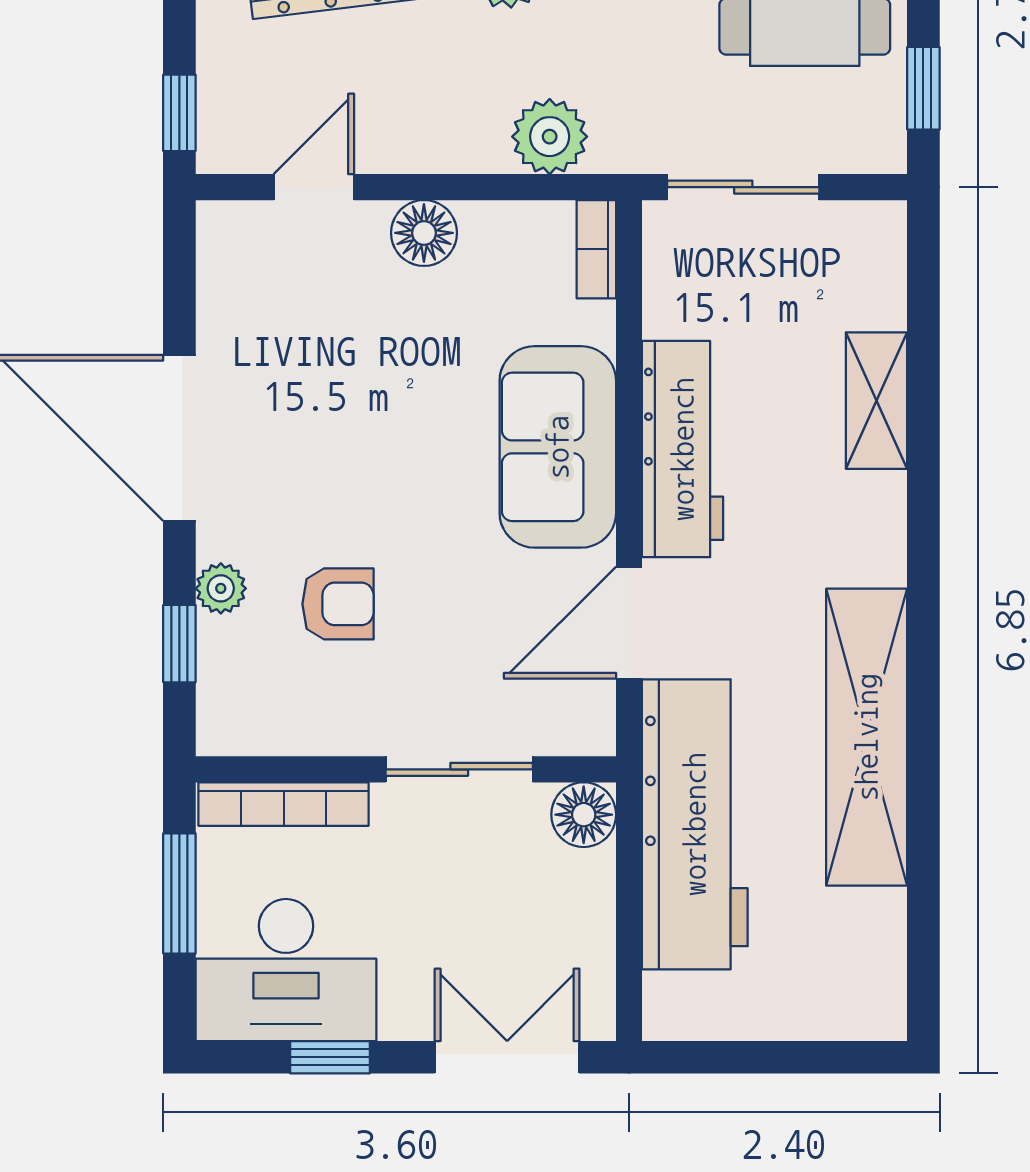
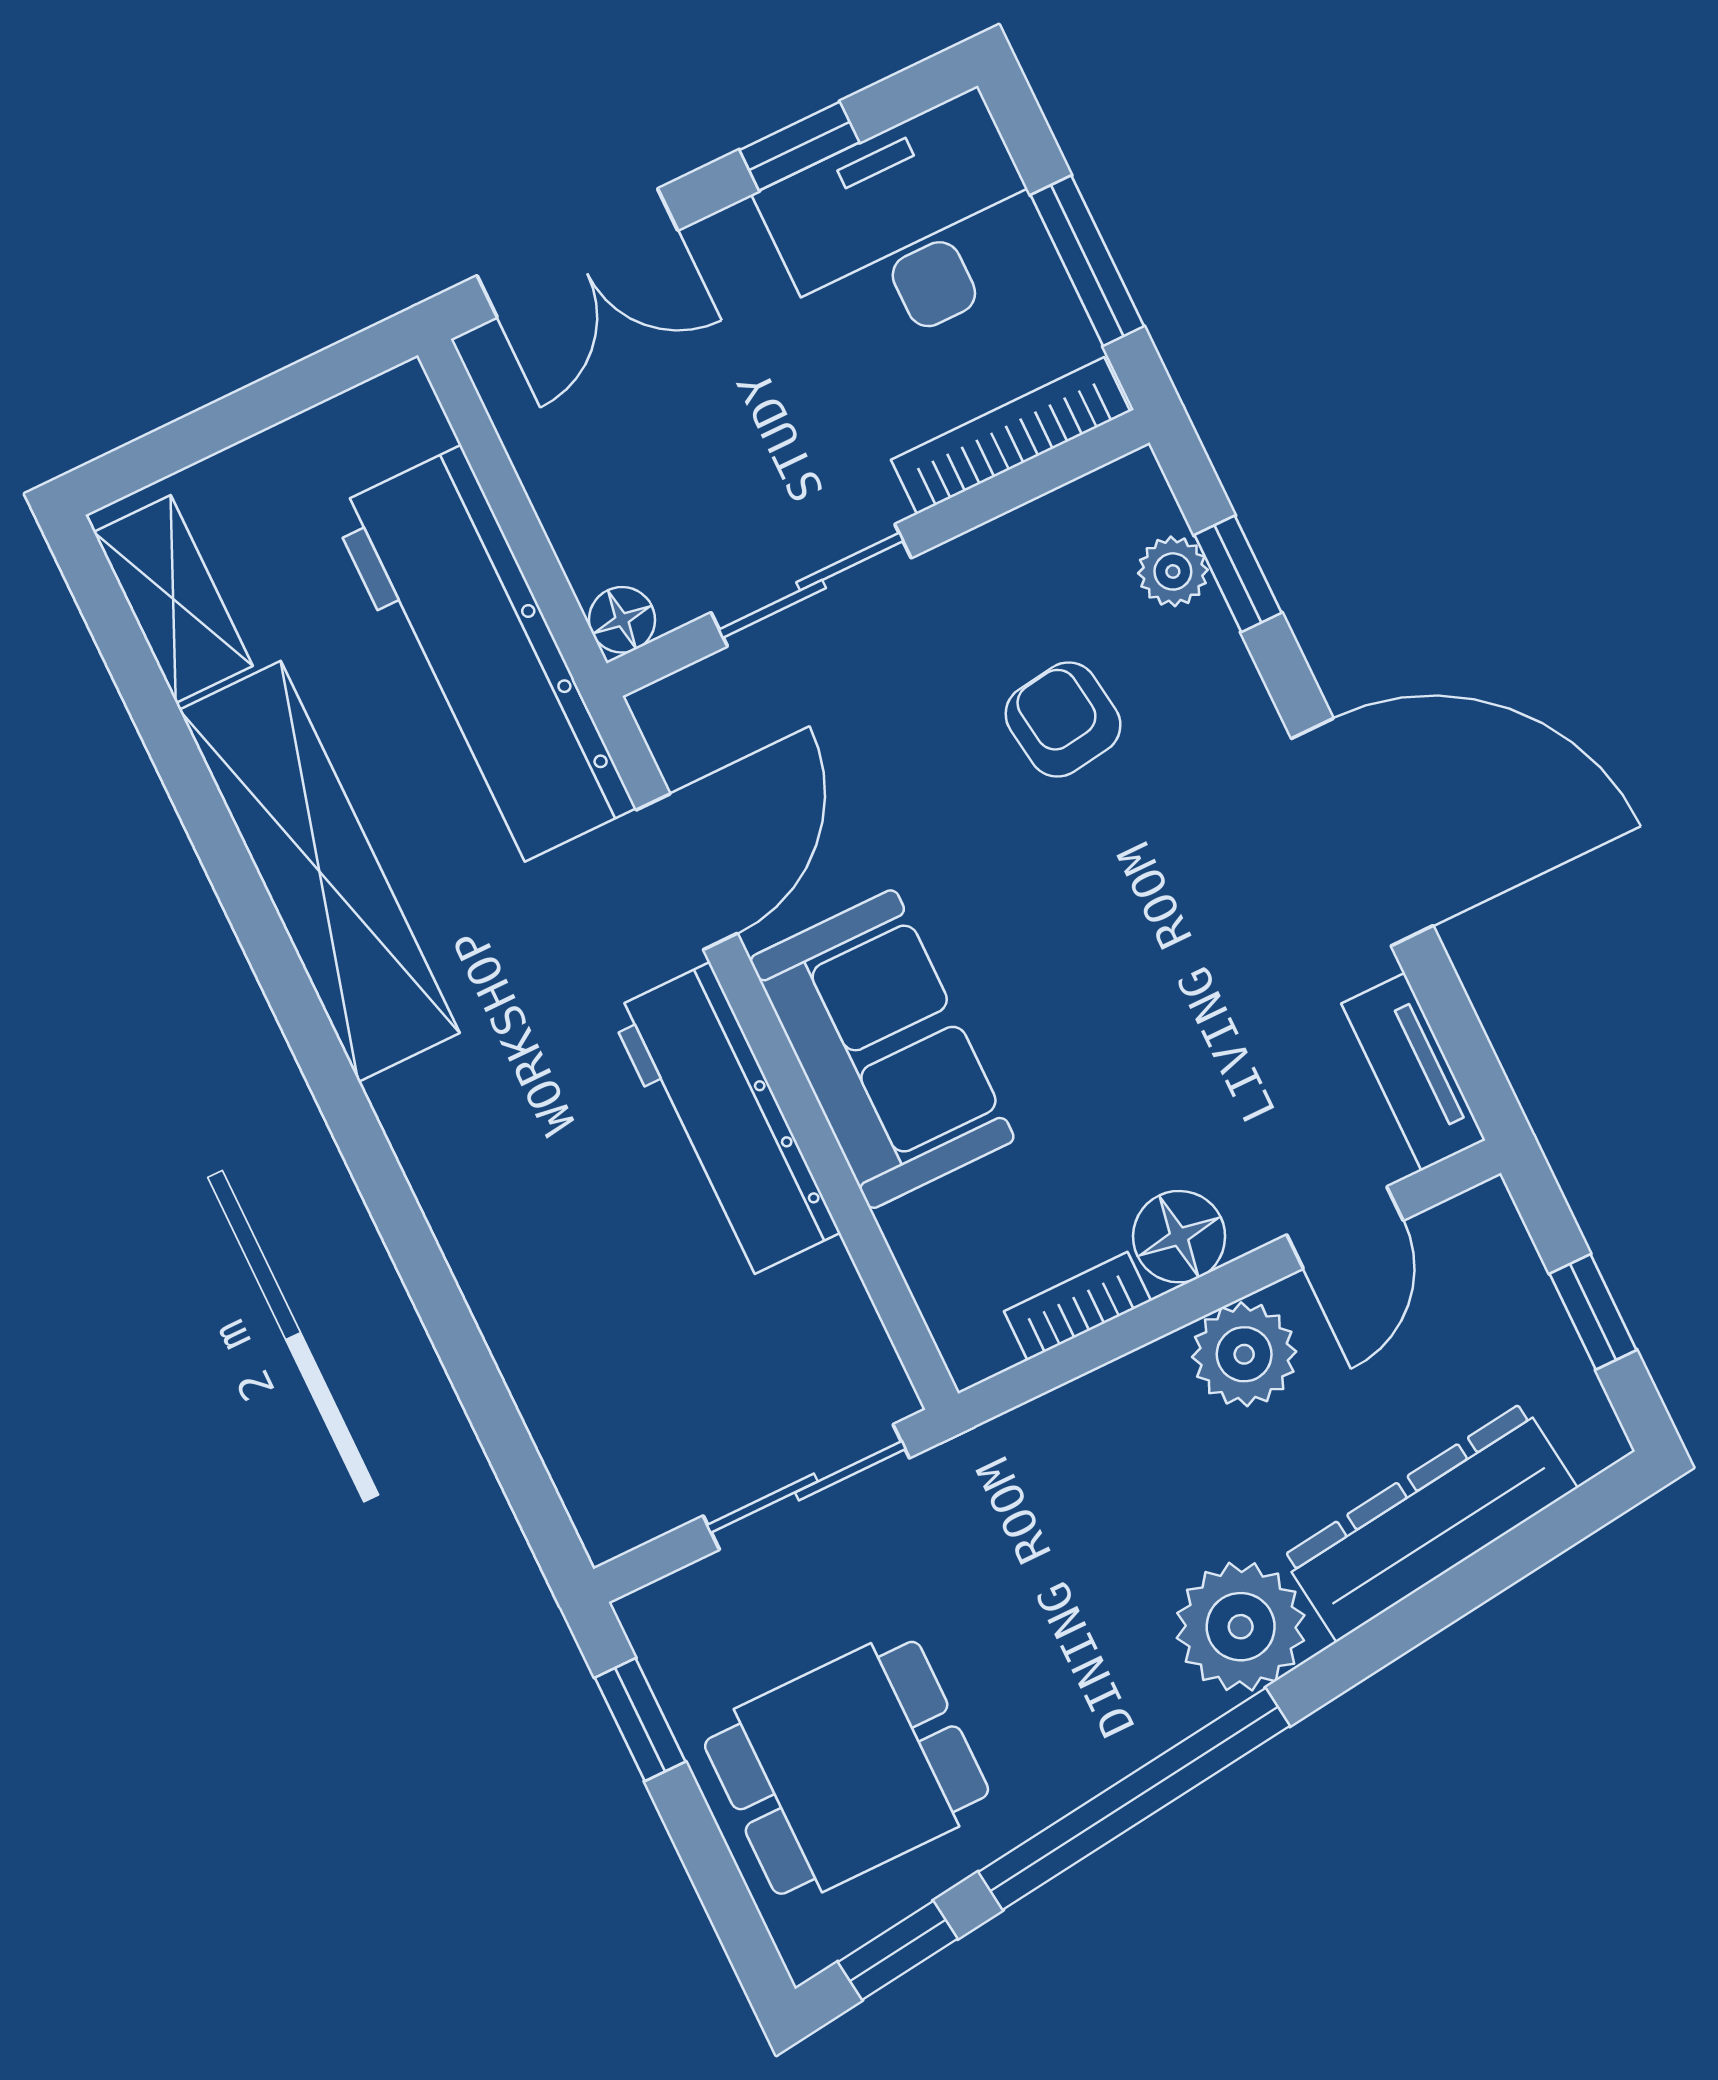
window: (179, 113) -> (1593, 1312), moved
plant: (550, 137) -> (1244, 1354), moved
bookcase: (596, 249) -> (1078, 1306), moved, turned -90
tv unit: (221, 267) -> (1413, 1072), added
shelving: (876, 401) -> (173, 599), moved
plant: (221, 588) -> (1173, 571), moved
armchair: (338, 604) -> (1063, 720), turned 82
floor lamp: (584, 815) -> (622, 620), width x0.73, depth x0.73

